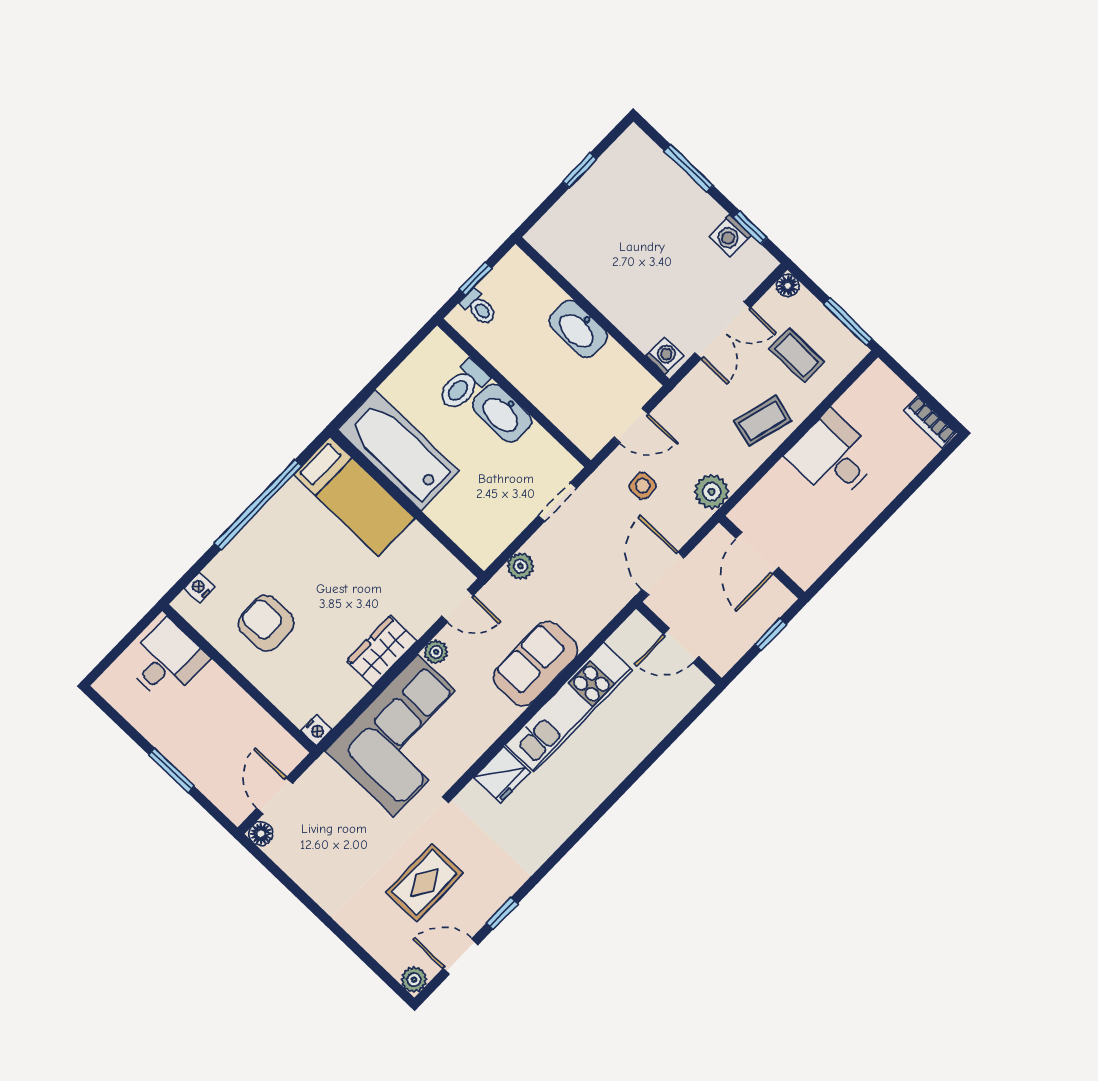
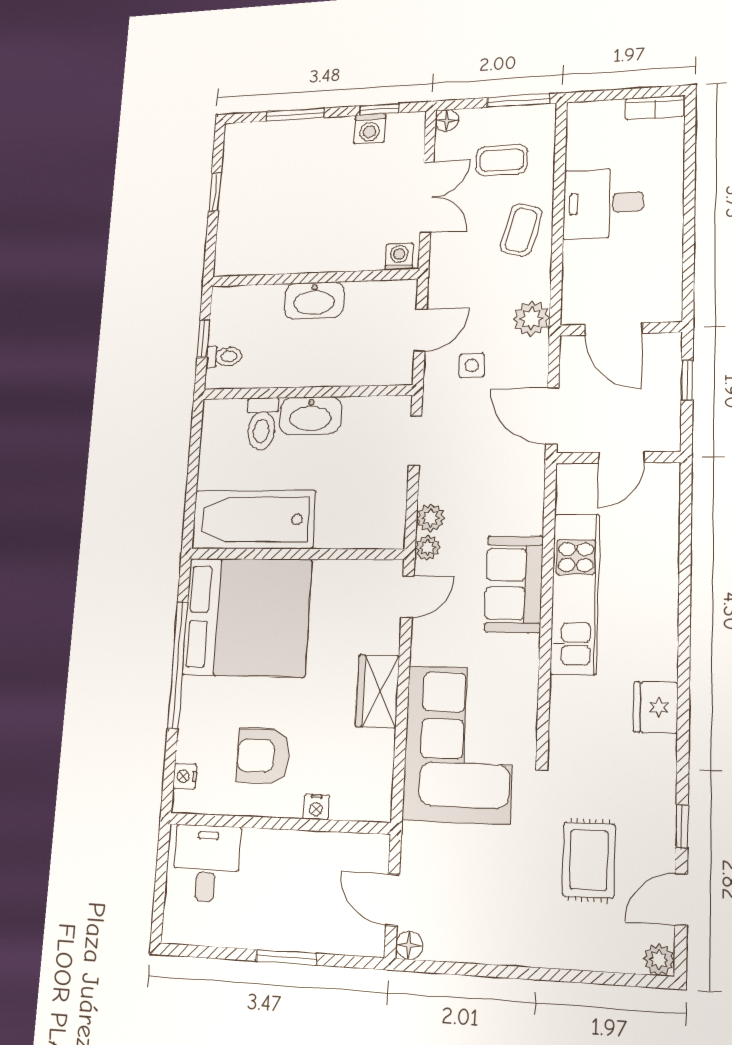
bed: (354, 496) -> (247, 617), width x2.04
plant: (436, 652) -> (428, 548), moved
nightstand: (316, 730) -> (316, 807), moved, turned 90
fridge: (502, 775) -> (656, 707), moved, turned 180

